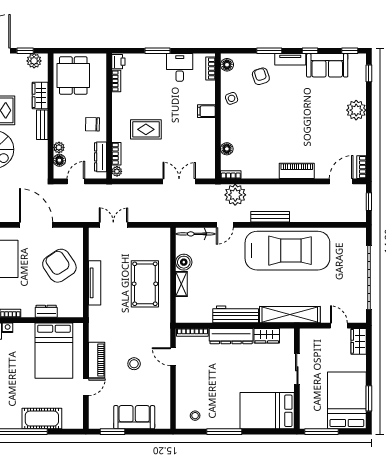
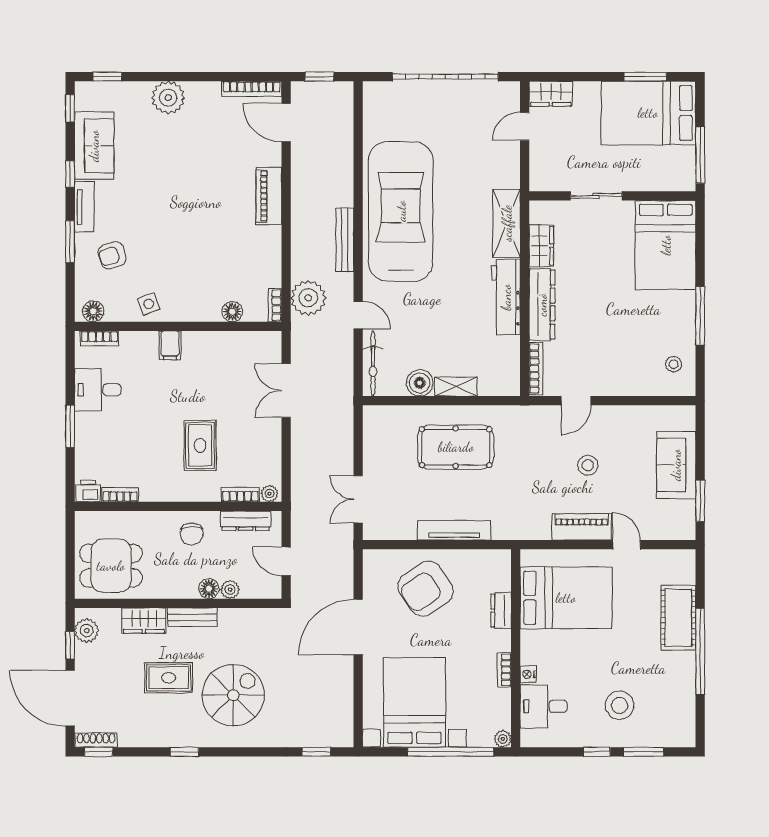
floor lamp: (59, 160) -> (209, 589), moved
bookcase: (362, 167) -> (252, 89), width x1.56
shelving: (290, 315) -> (507, 223), width x0.68

